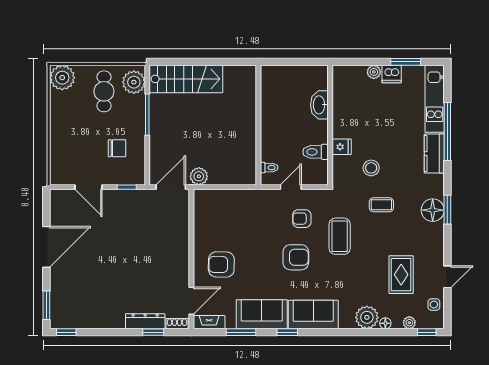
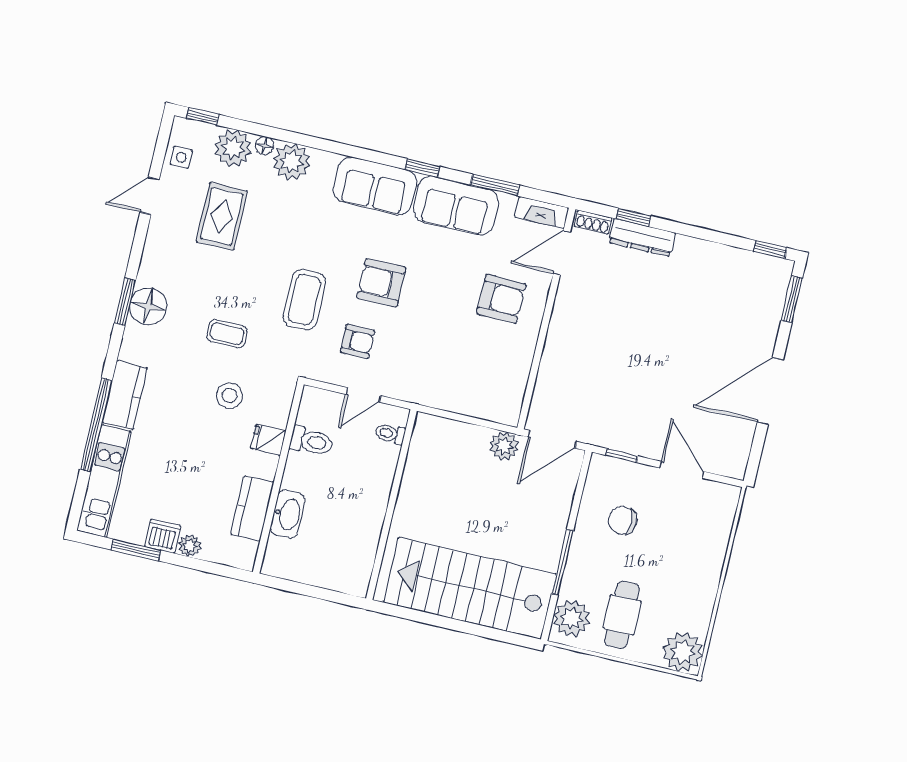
stairs: (186, 79) -> (470, 588), width x1.36, depth x1.51
kitchen counter: (341, 103) -> (252, 508), added
plant: (409, 323) -> (233, 148), width x1.87, depth x1.87

